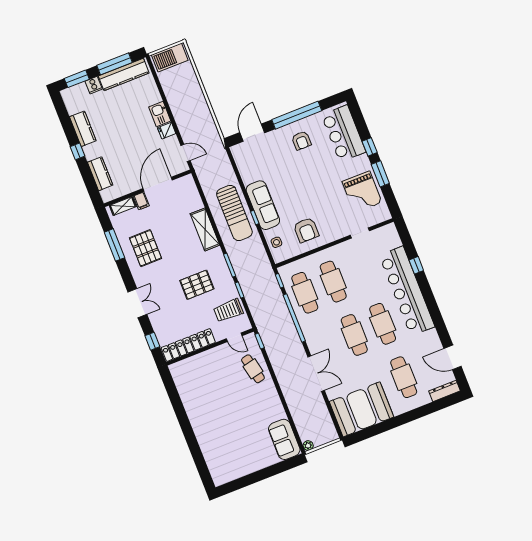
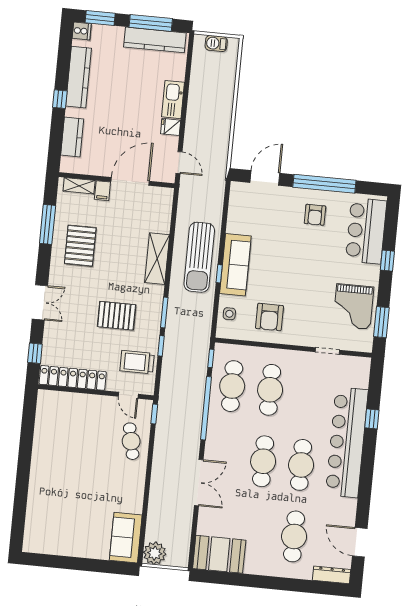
barbecue: (170, 58) -> (216, 43), width x0.53, depth x0.65
cooker: (94, 85) -> (82, 31), moved, turned -90
kitchen sink: (160, 114) -> (173, 100), width x1.38
kitchen counter: (83, 129) -> (78, 77), width x1.50
window: (380, 174) -> (381, 322), moved
booth: (362, 409) -> (219, 554), width x0.73, depth x0.70
plant: (308, 446) -> (155, 553), width x1.87, depth x1.87

